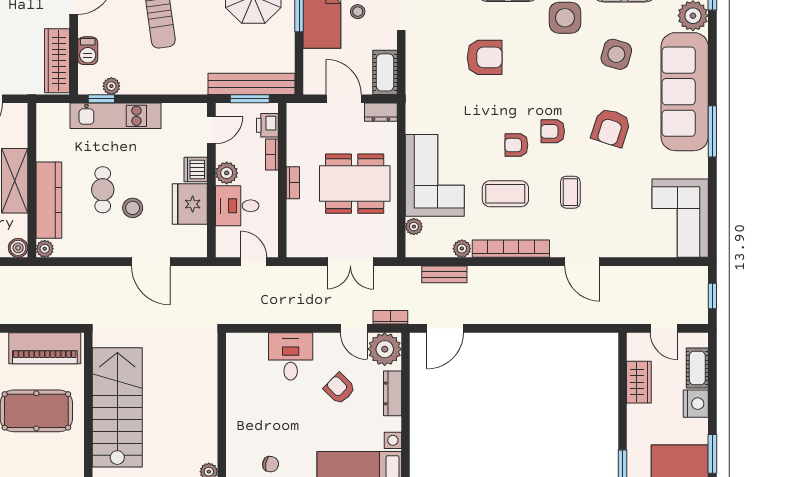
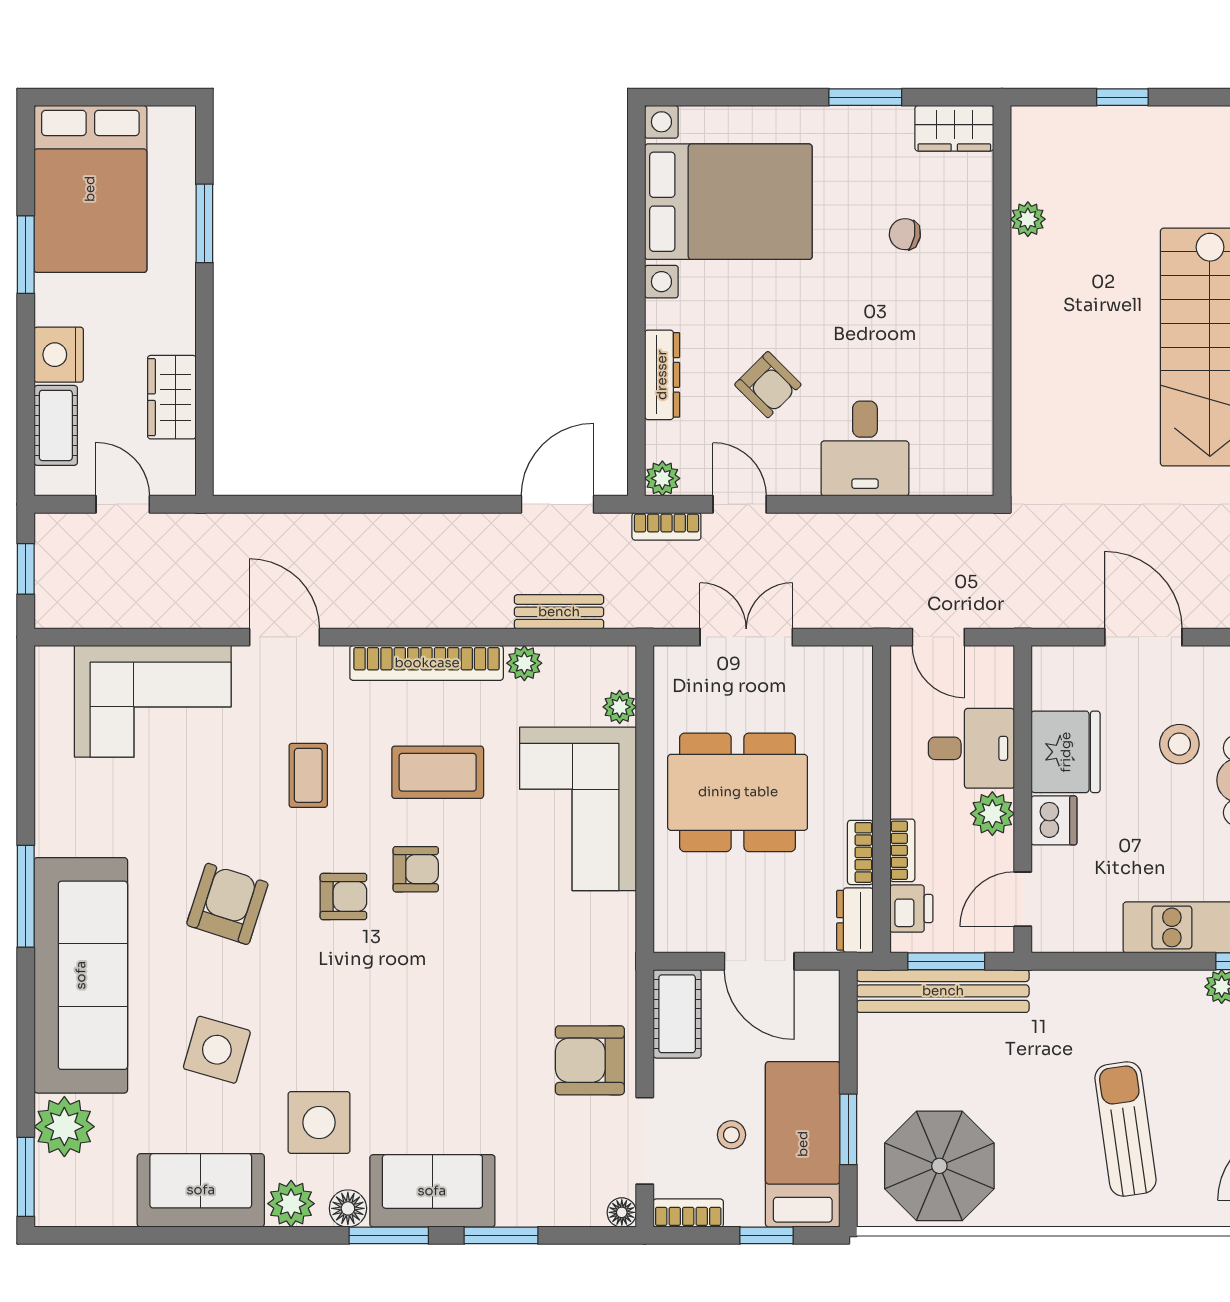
armchair: (485, 57) -> (590, 1060), moved
dresser: (381, 112) -> (855, 920), moved, turned -90
bookcase: (293, 183) -> (860, 852), moved
corner sofa: (680, 218) -> (153, 701), moved, turned 90
plant: (385, 349) -> (662, 478), width x0.53, depth x0.53

